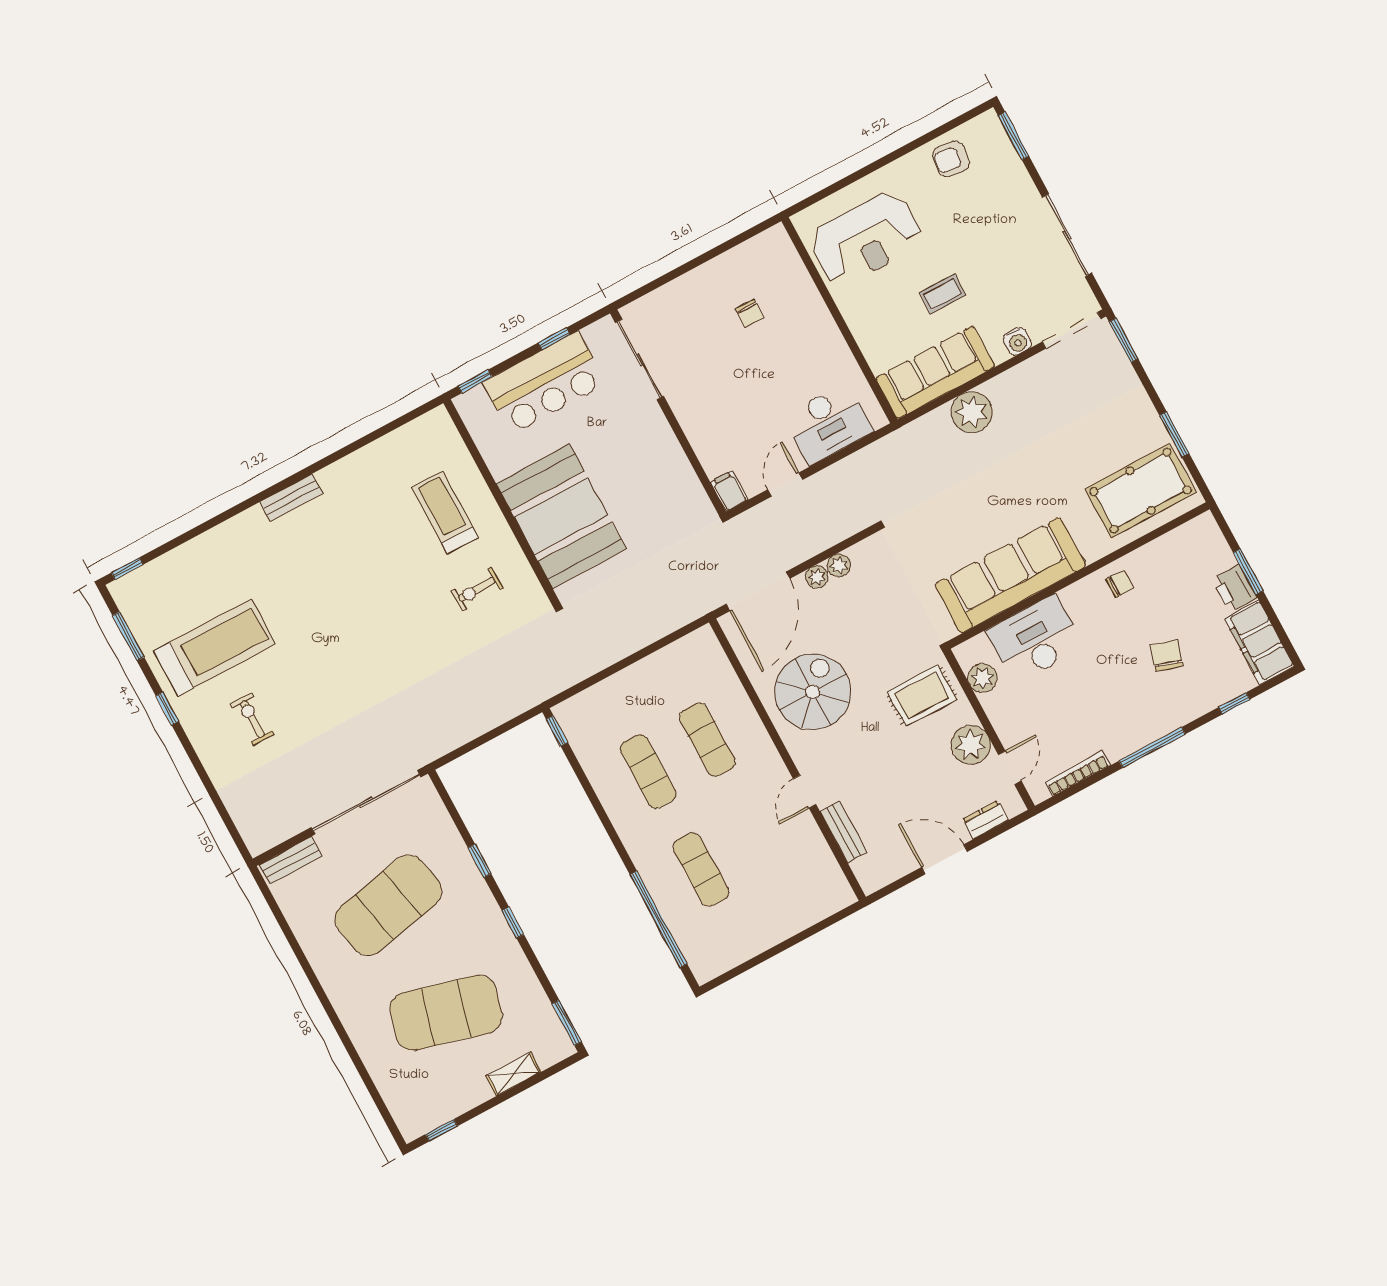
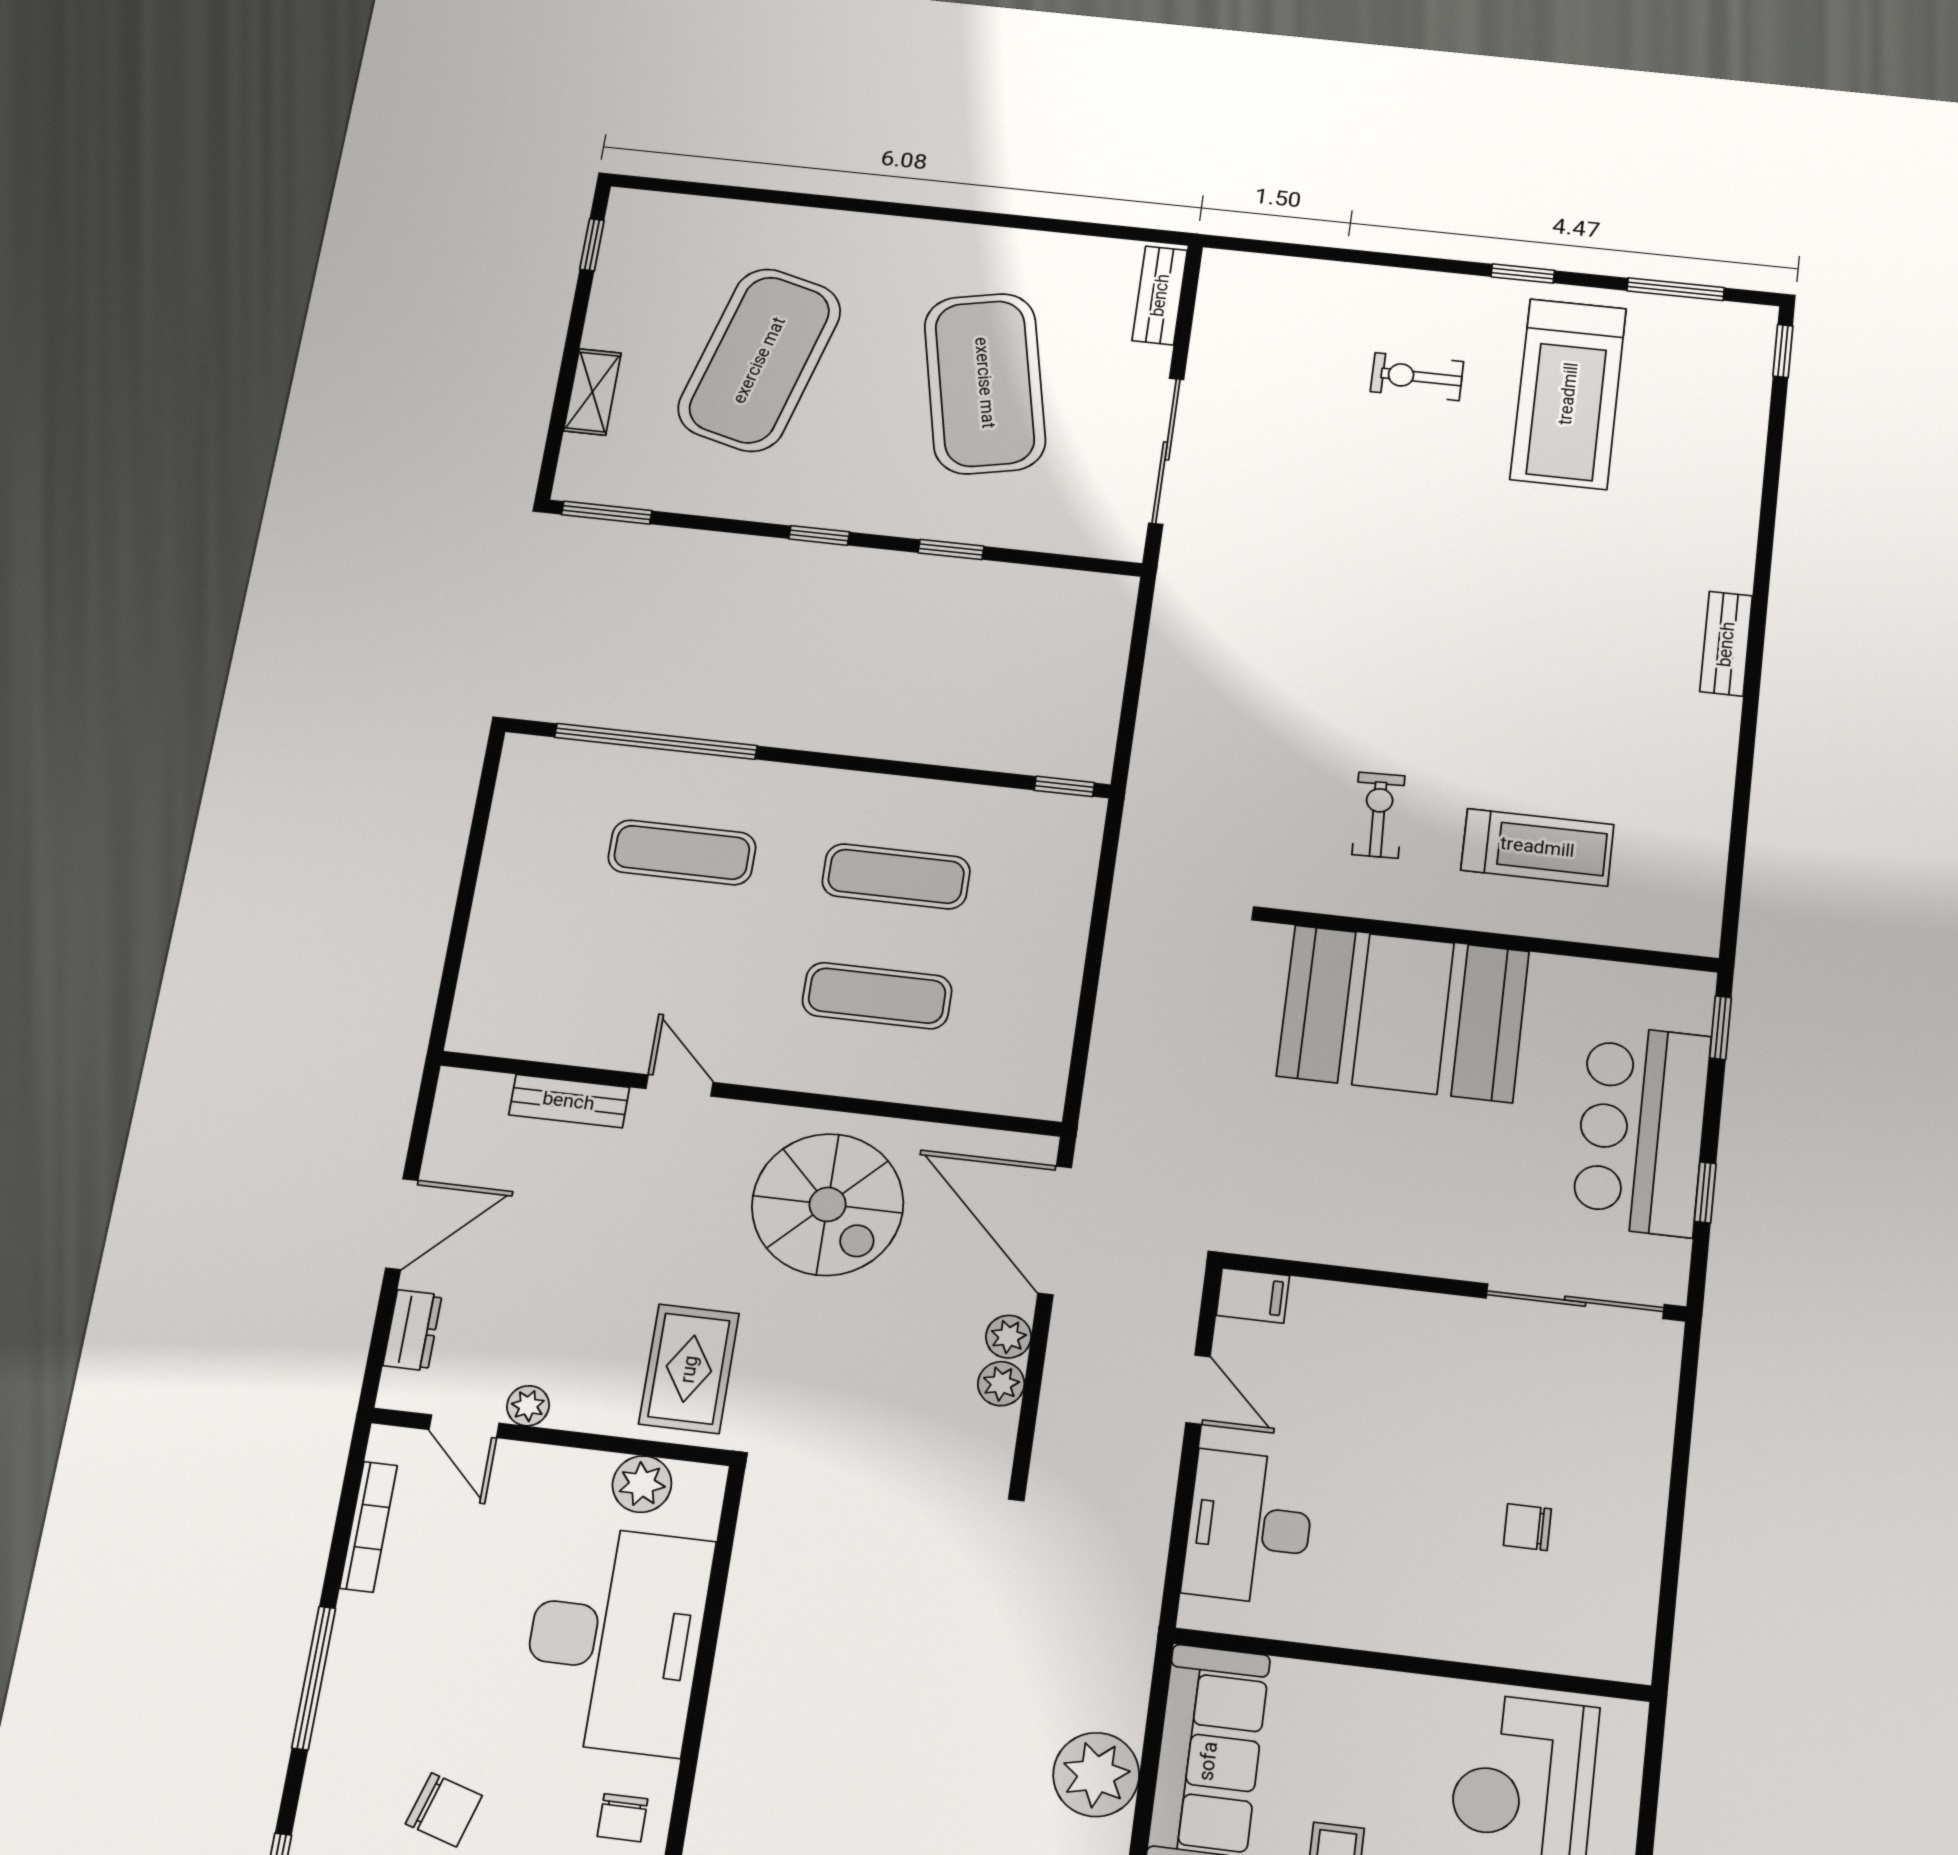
sofa: (1010, 575) -> (775, 1647), removed
desk: (1035, 639) -> (615, 1639), width x1.36, depth x1.30
exercise bike: (252, 719) -> (1417, 377), turned 180
plant: (971, 745) -> (528, 1406), width x0.53, depth x0.53
sliding door: (366, 802) -> (1166, 451), width x0.73

